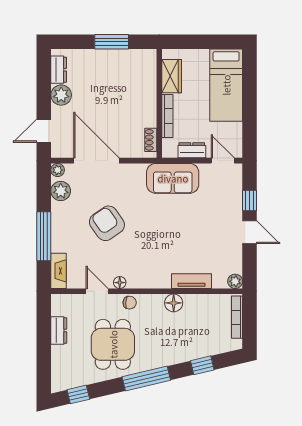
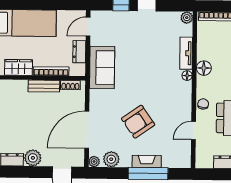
bench: (149, 107) -> (44, 86), added
fireplace: (59, 271) -> (147, 161), moved
floor lamp: (120, 283) -> (187, 76), moved

